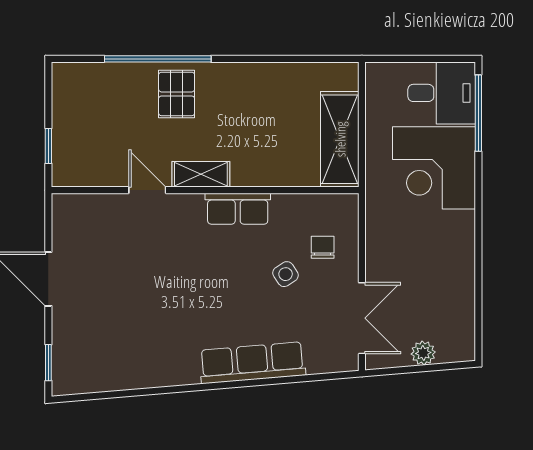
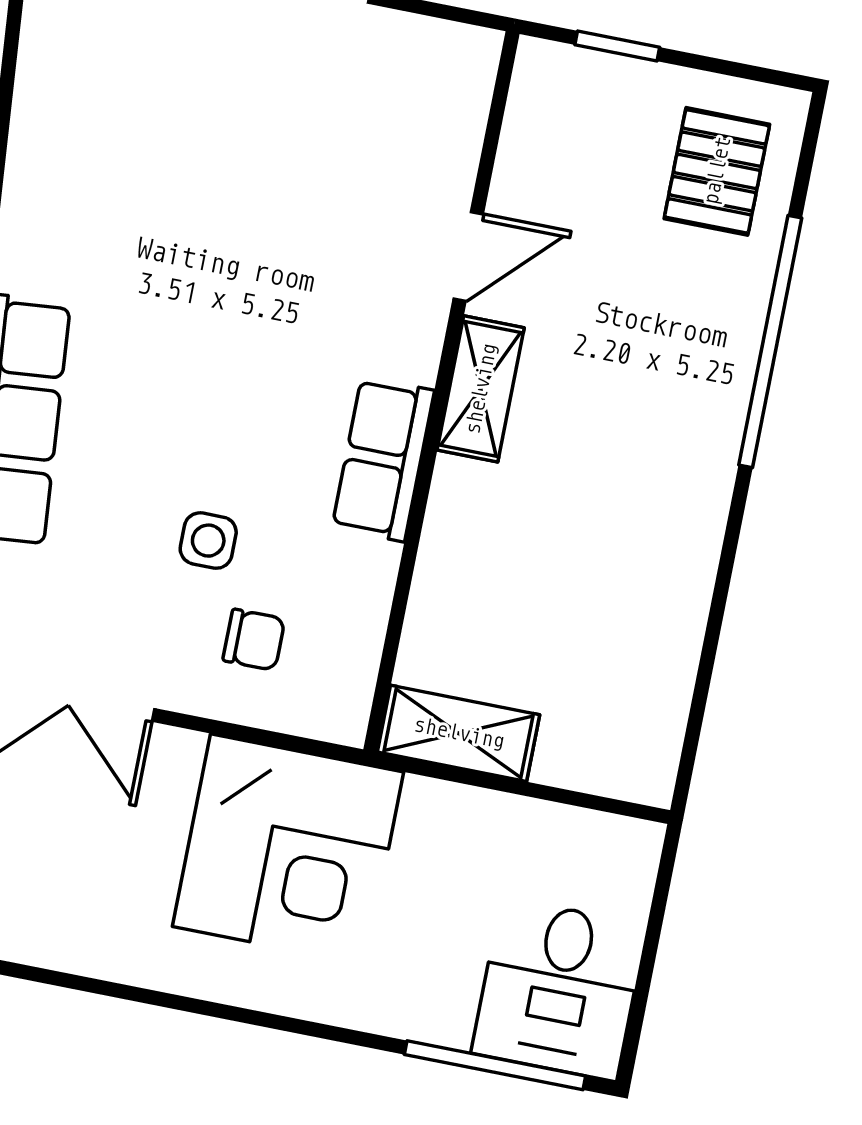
pallet: (177, 94) -> (717, 171), moved, turned 90
shelving: (340, 139) -> (459, 733), width x0.67, depth x0.75
corner desk: (434, 168) -> (288, 849), moved, turned 180
side table: (286, 274) -> (208, 541), turned 33

